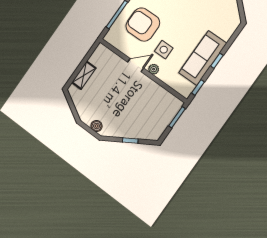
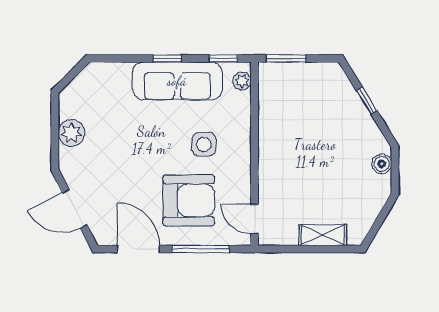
armchair: (143, 24) -> (189, 200), turned -90
door: (136, 65) -> (254, 219), moved
plant: (154, 69) -> (242, 81), moved

